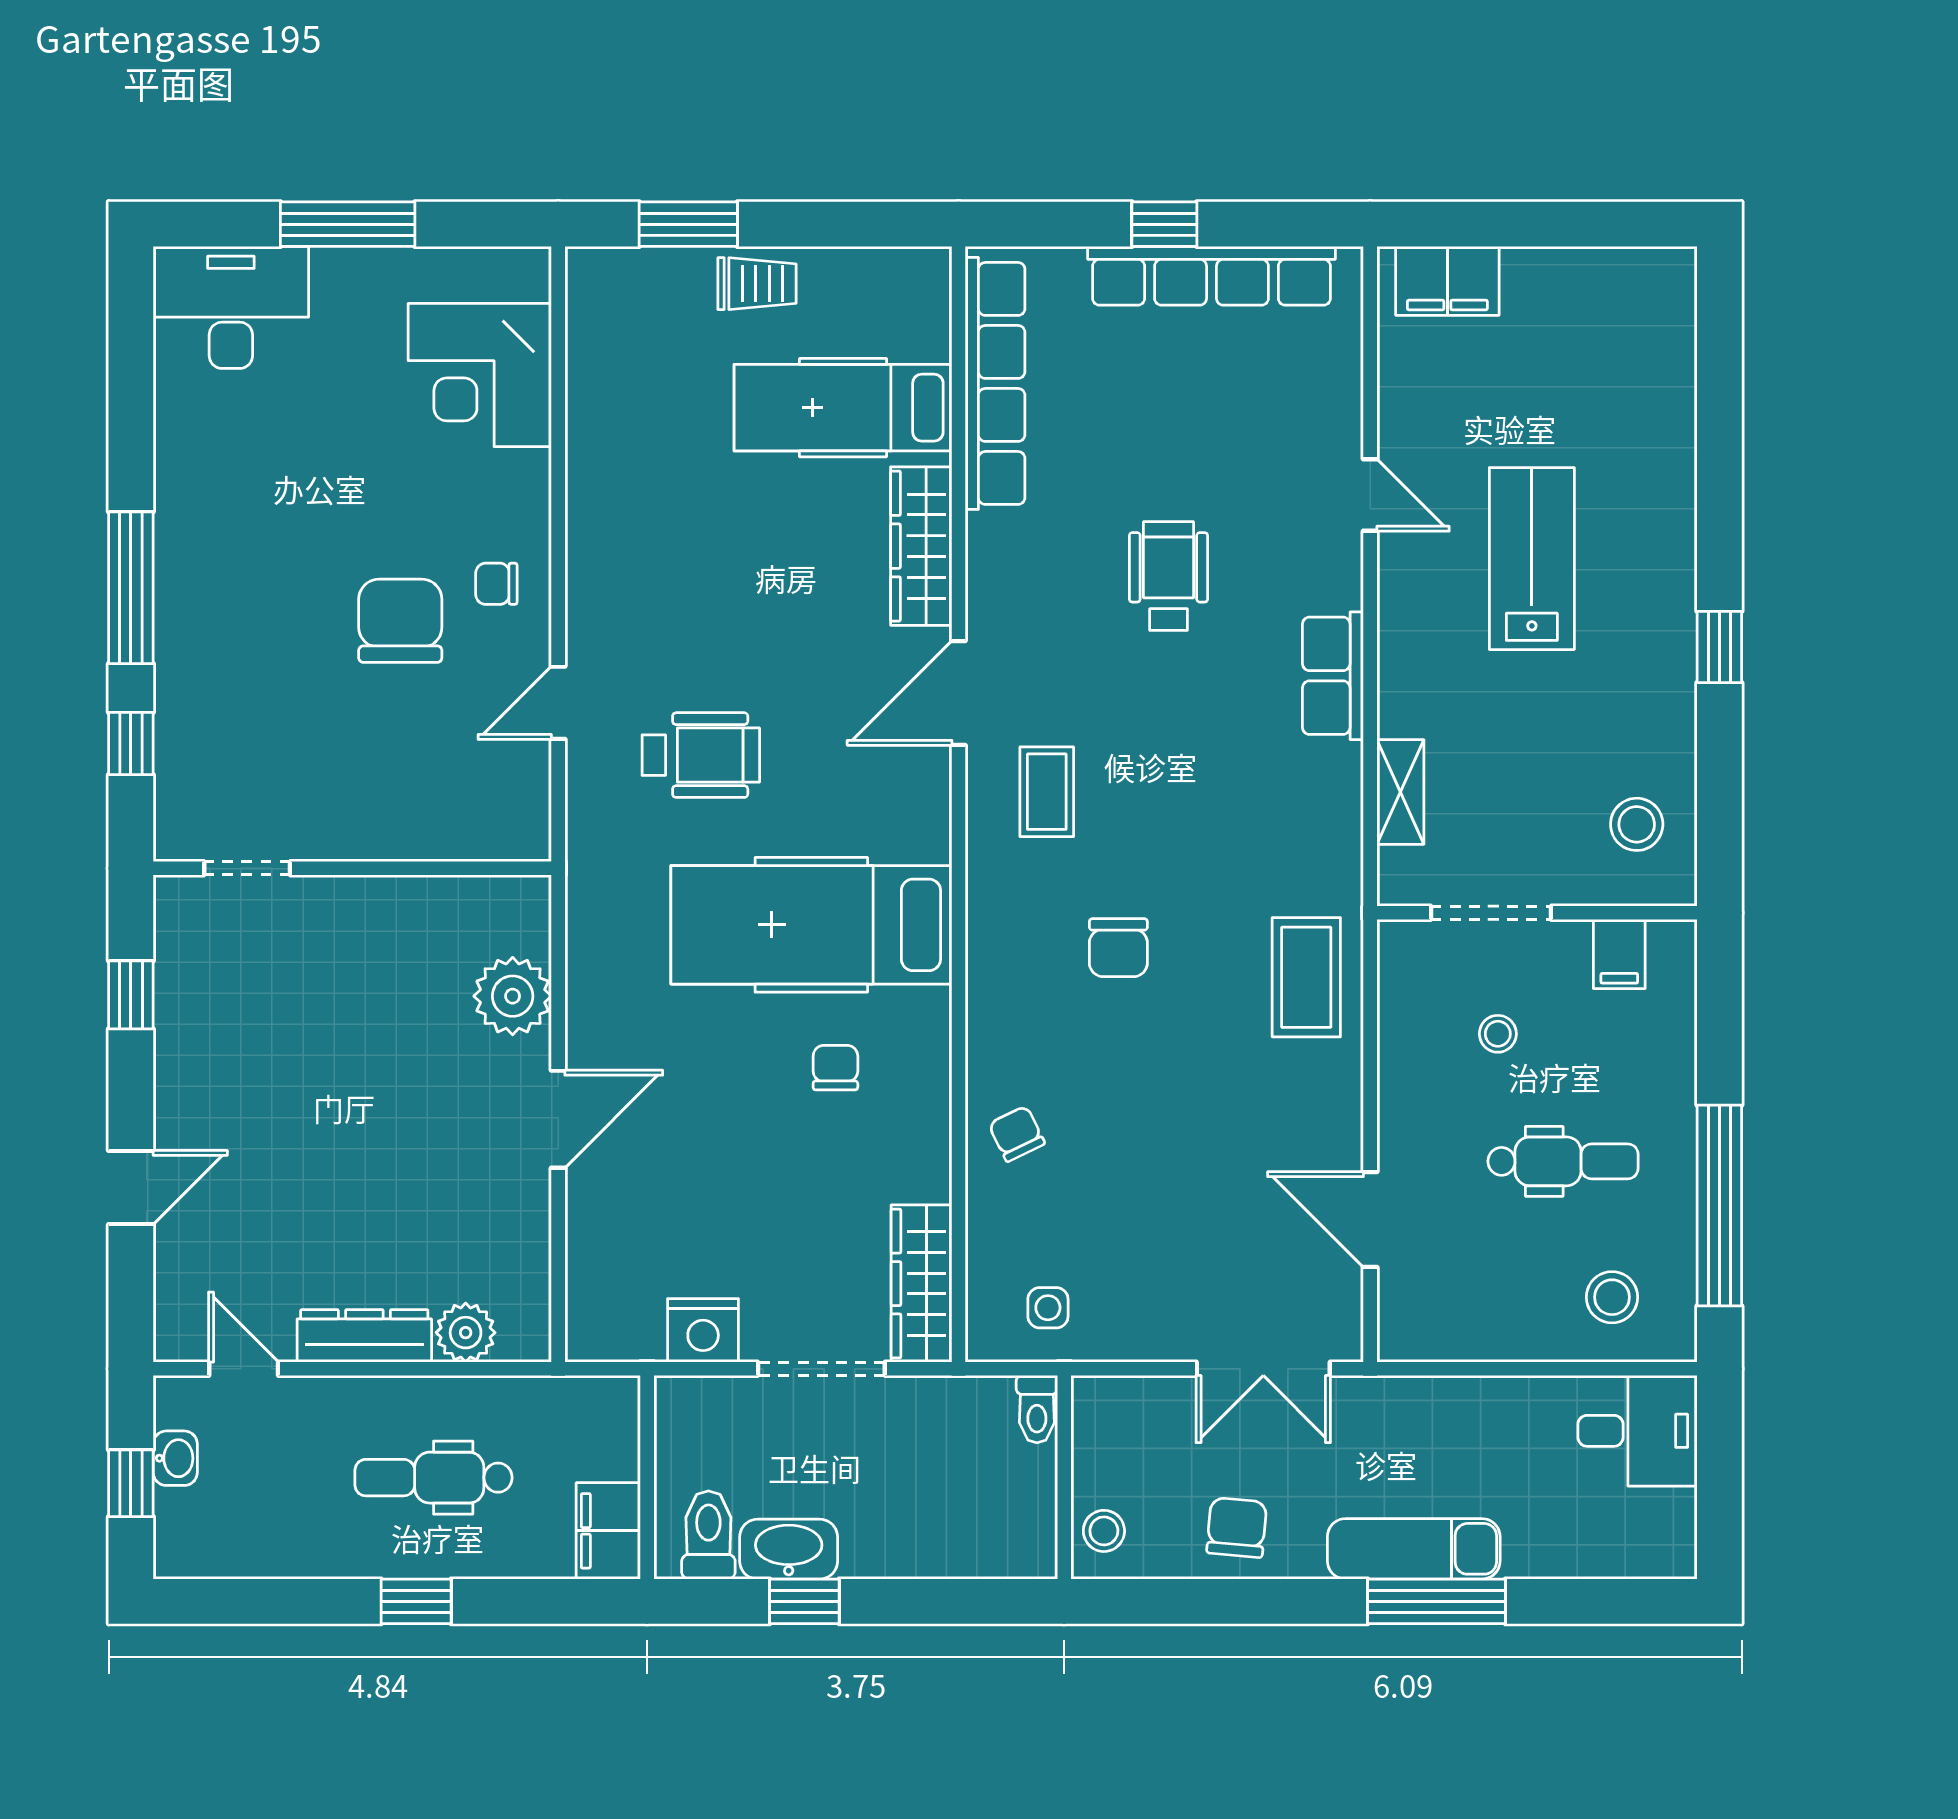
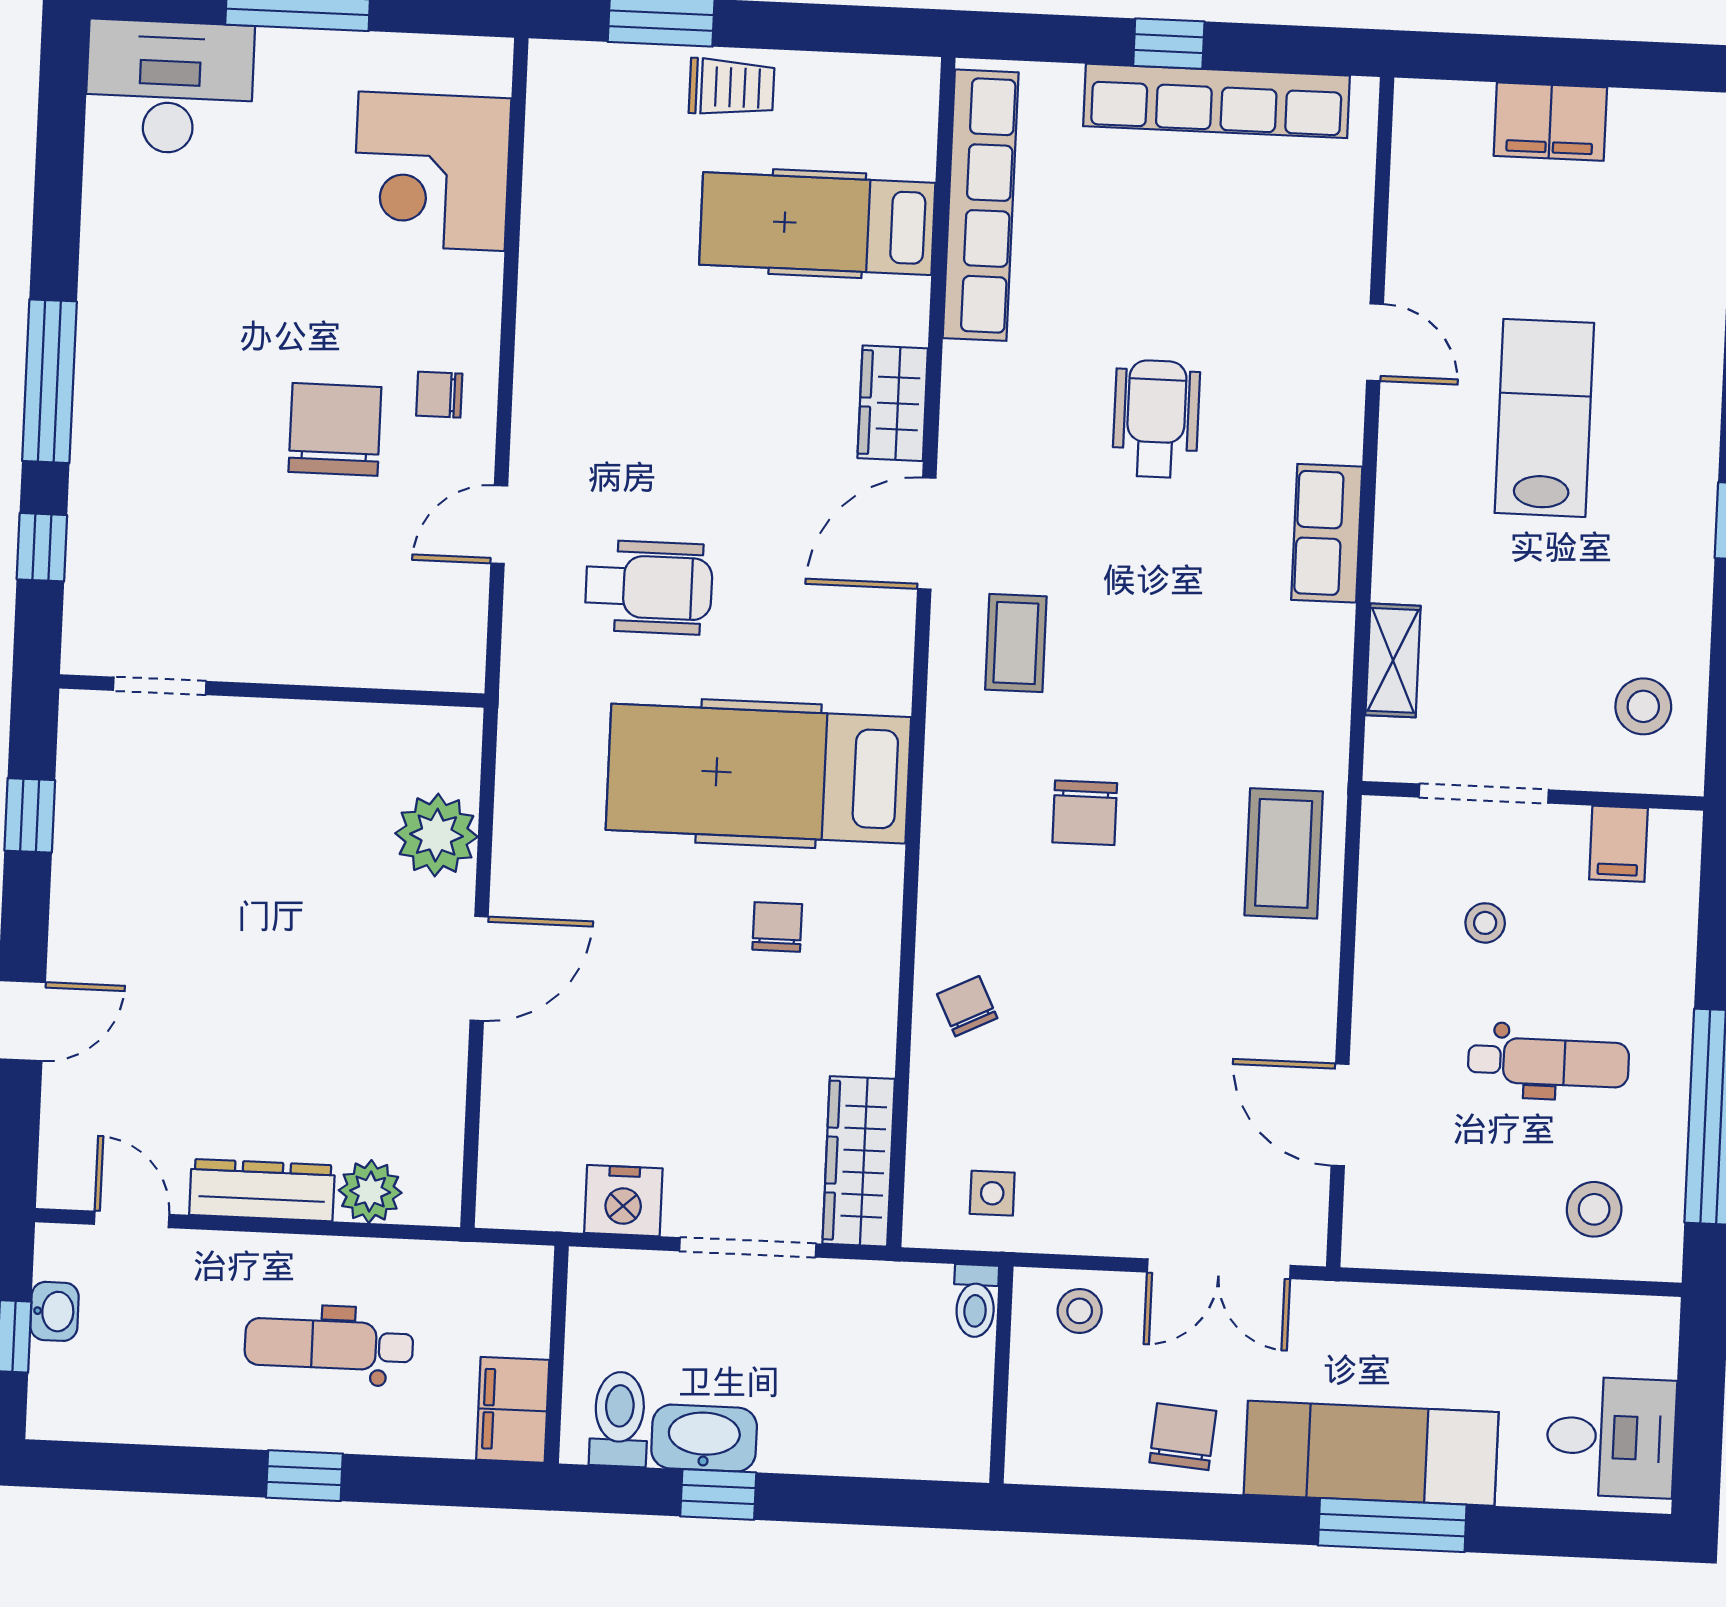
filing cabinet: (1447, 281) -> (1550, 122), moved
wardrobe: (921, 546) -> (893, 403), width x0.67
desk: (1637, 1431) -> (1611, 1437), moved
stool: (1104, 1531) -> (1080, 1311), moved
exam couch: (1414, 1549) -> (1371, 1453), width x1.36, depth x1.45

